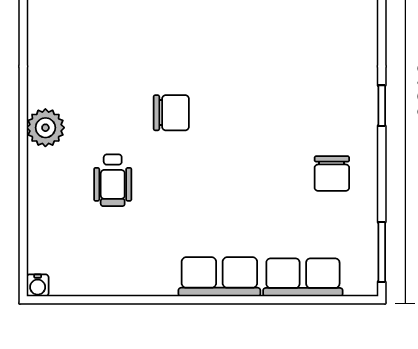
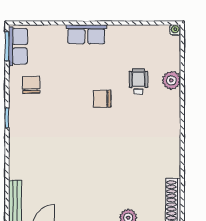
chair: (171, 113) -> (102, 99), moved
plant: (45, 128) -> (171, 80), moved
row of seats: (303, 277) -> (18, 46), moved, turned -90

